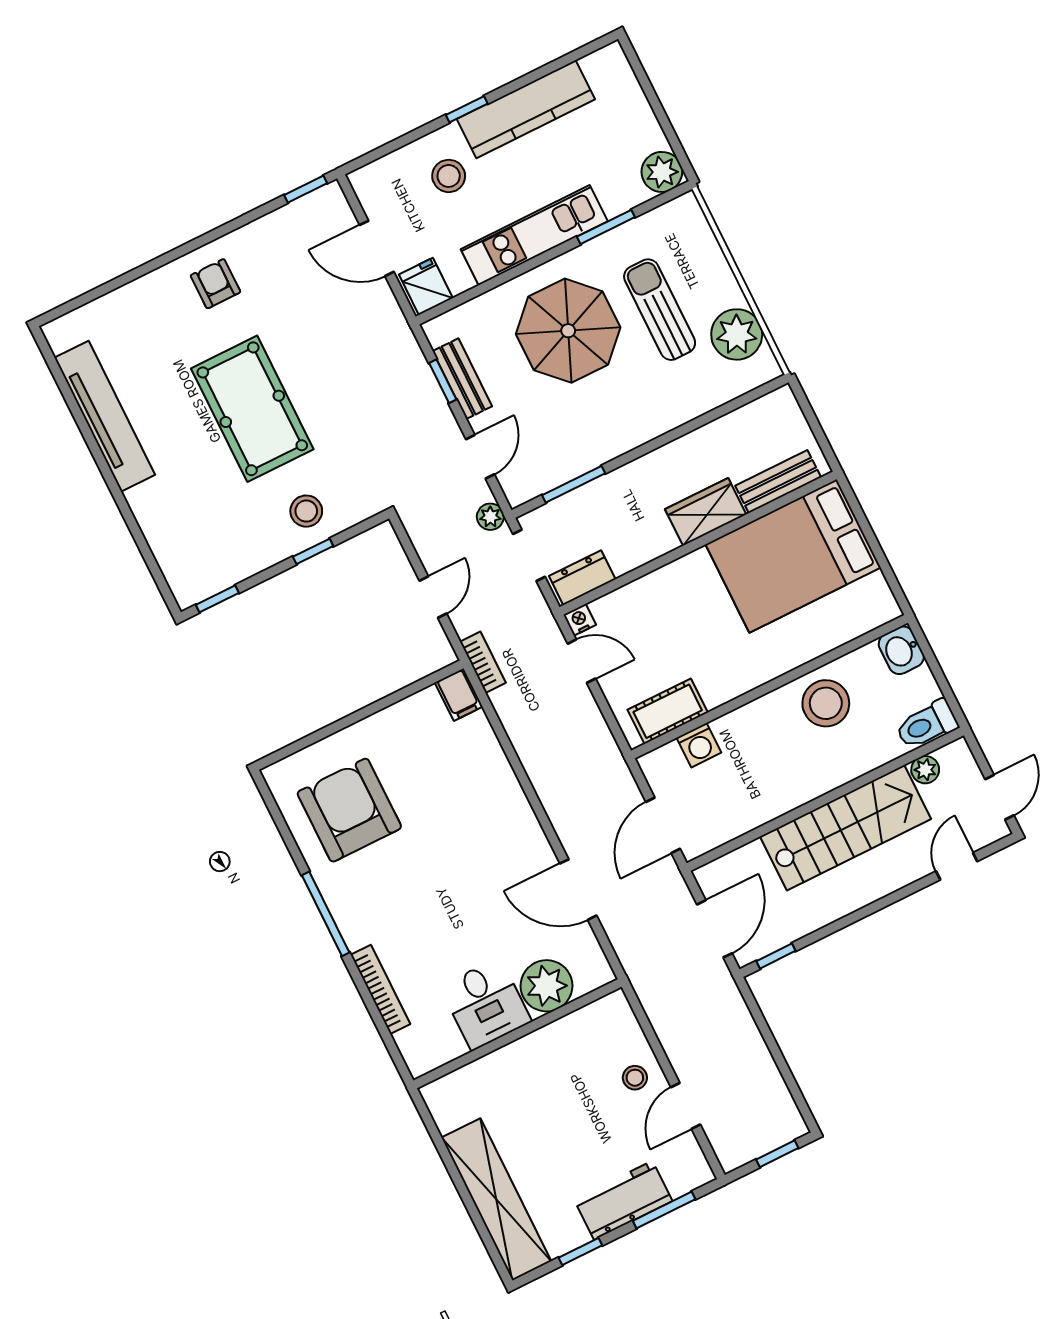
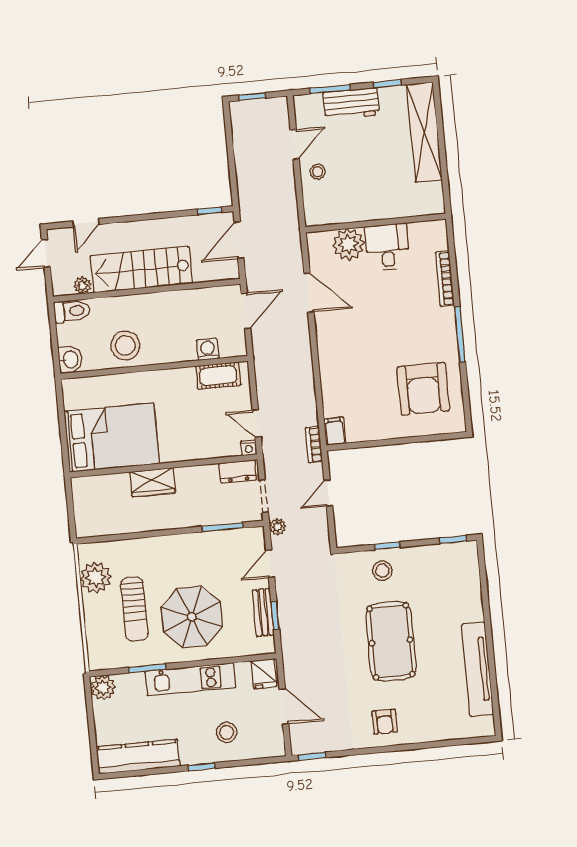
kitchen counter: (526, 109) -> (138, 757), moved
bench: (778, 482) -> (104, 484), removed

